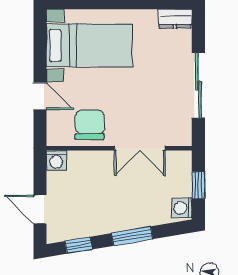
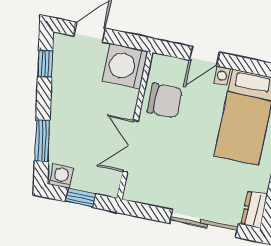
sliding door: (198, 85) -> (204, 224), moved
washing machine: (56, 160) -> (125, 66), width x1.89, depth x1.89
window: (132, 236) -> (42, 141), moved

